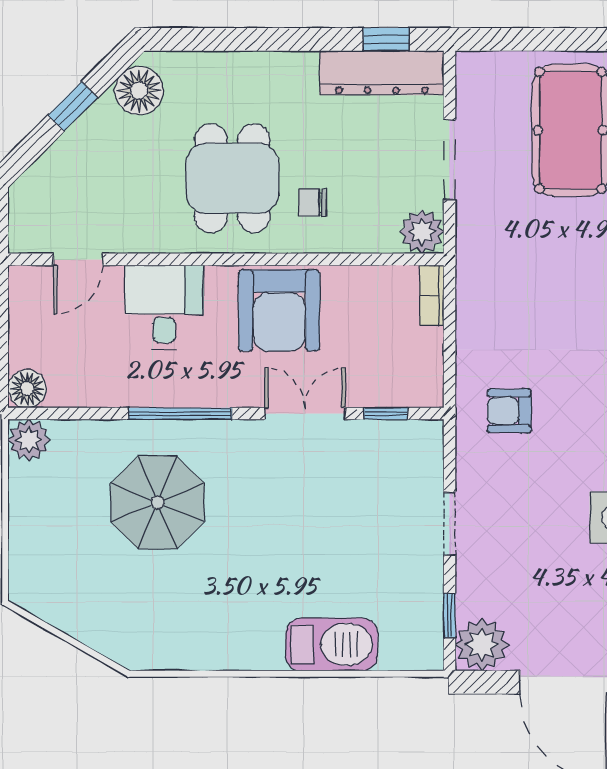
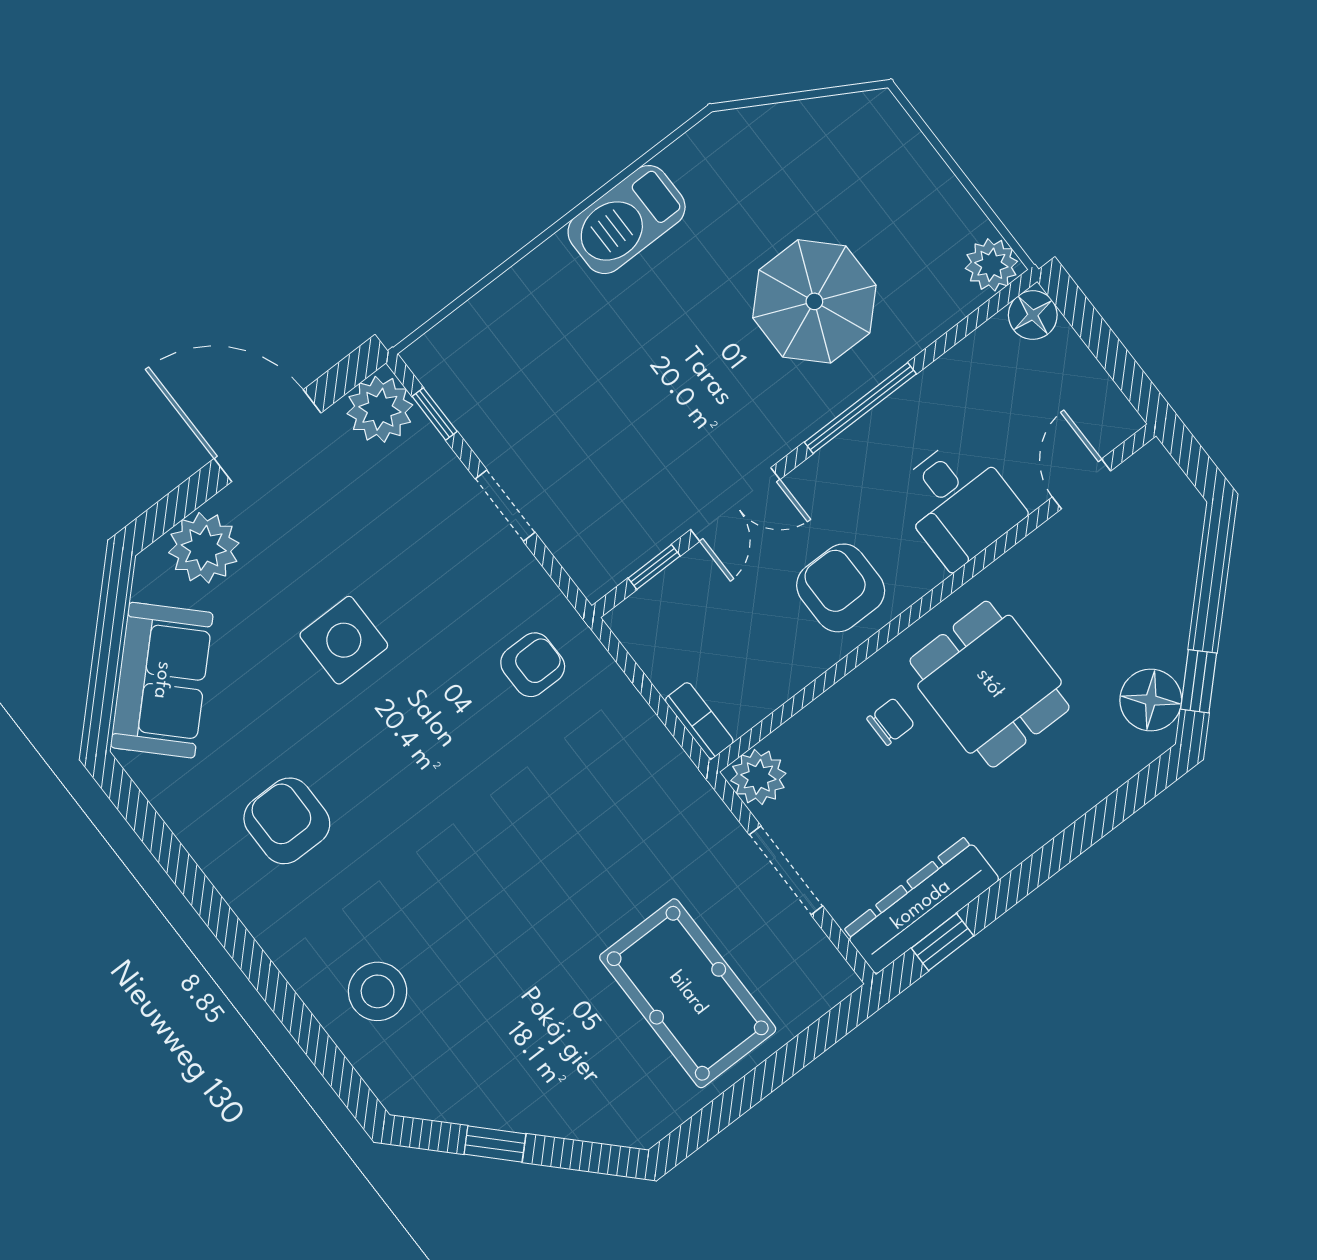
window: (73, 106) -> (1199, 681), moved
armchair: (279, 310) -> (841, 588), width x0.73, depth x0.73
barbecue: (332, 644) -> (627, 220), moved

